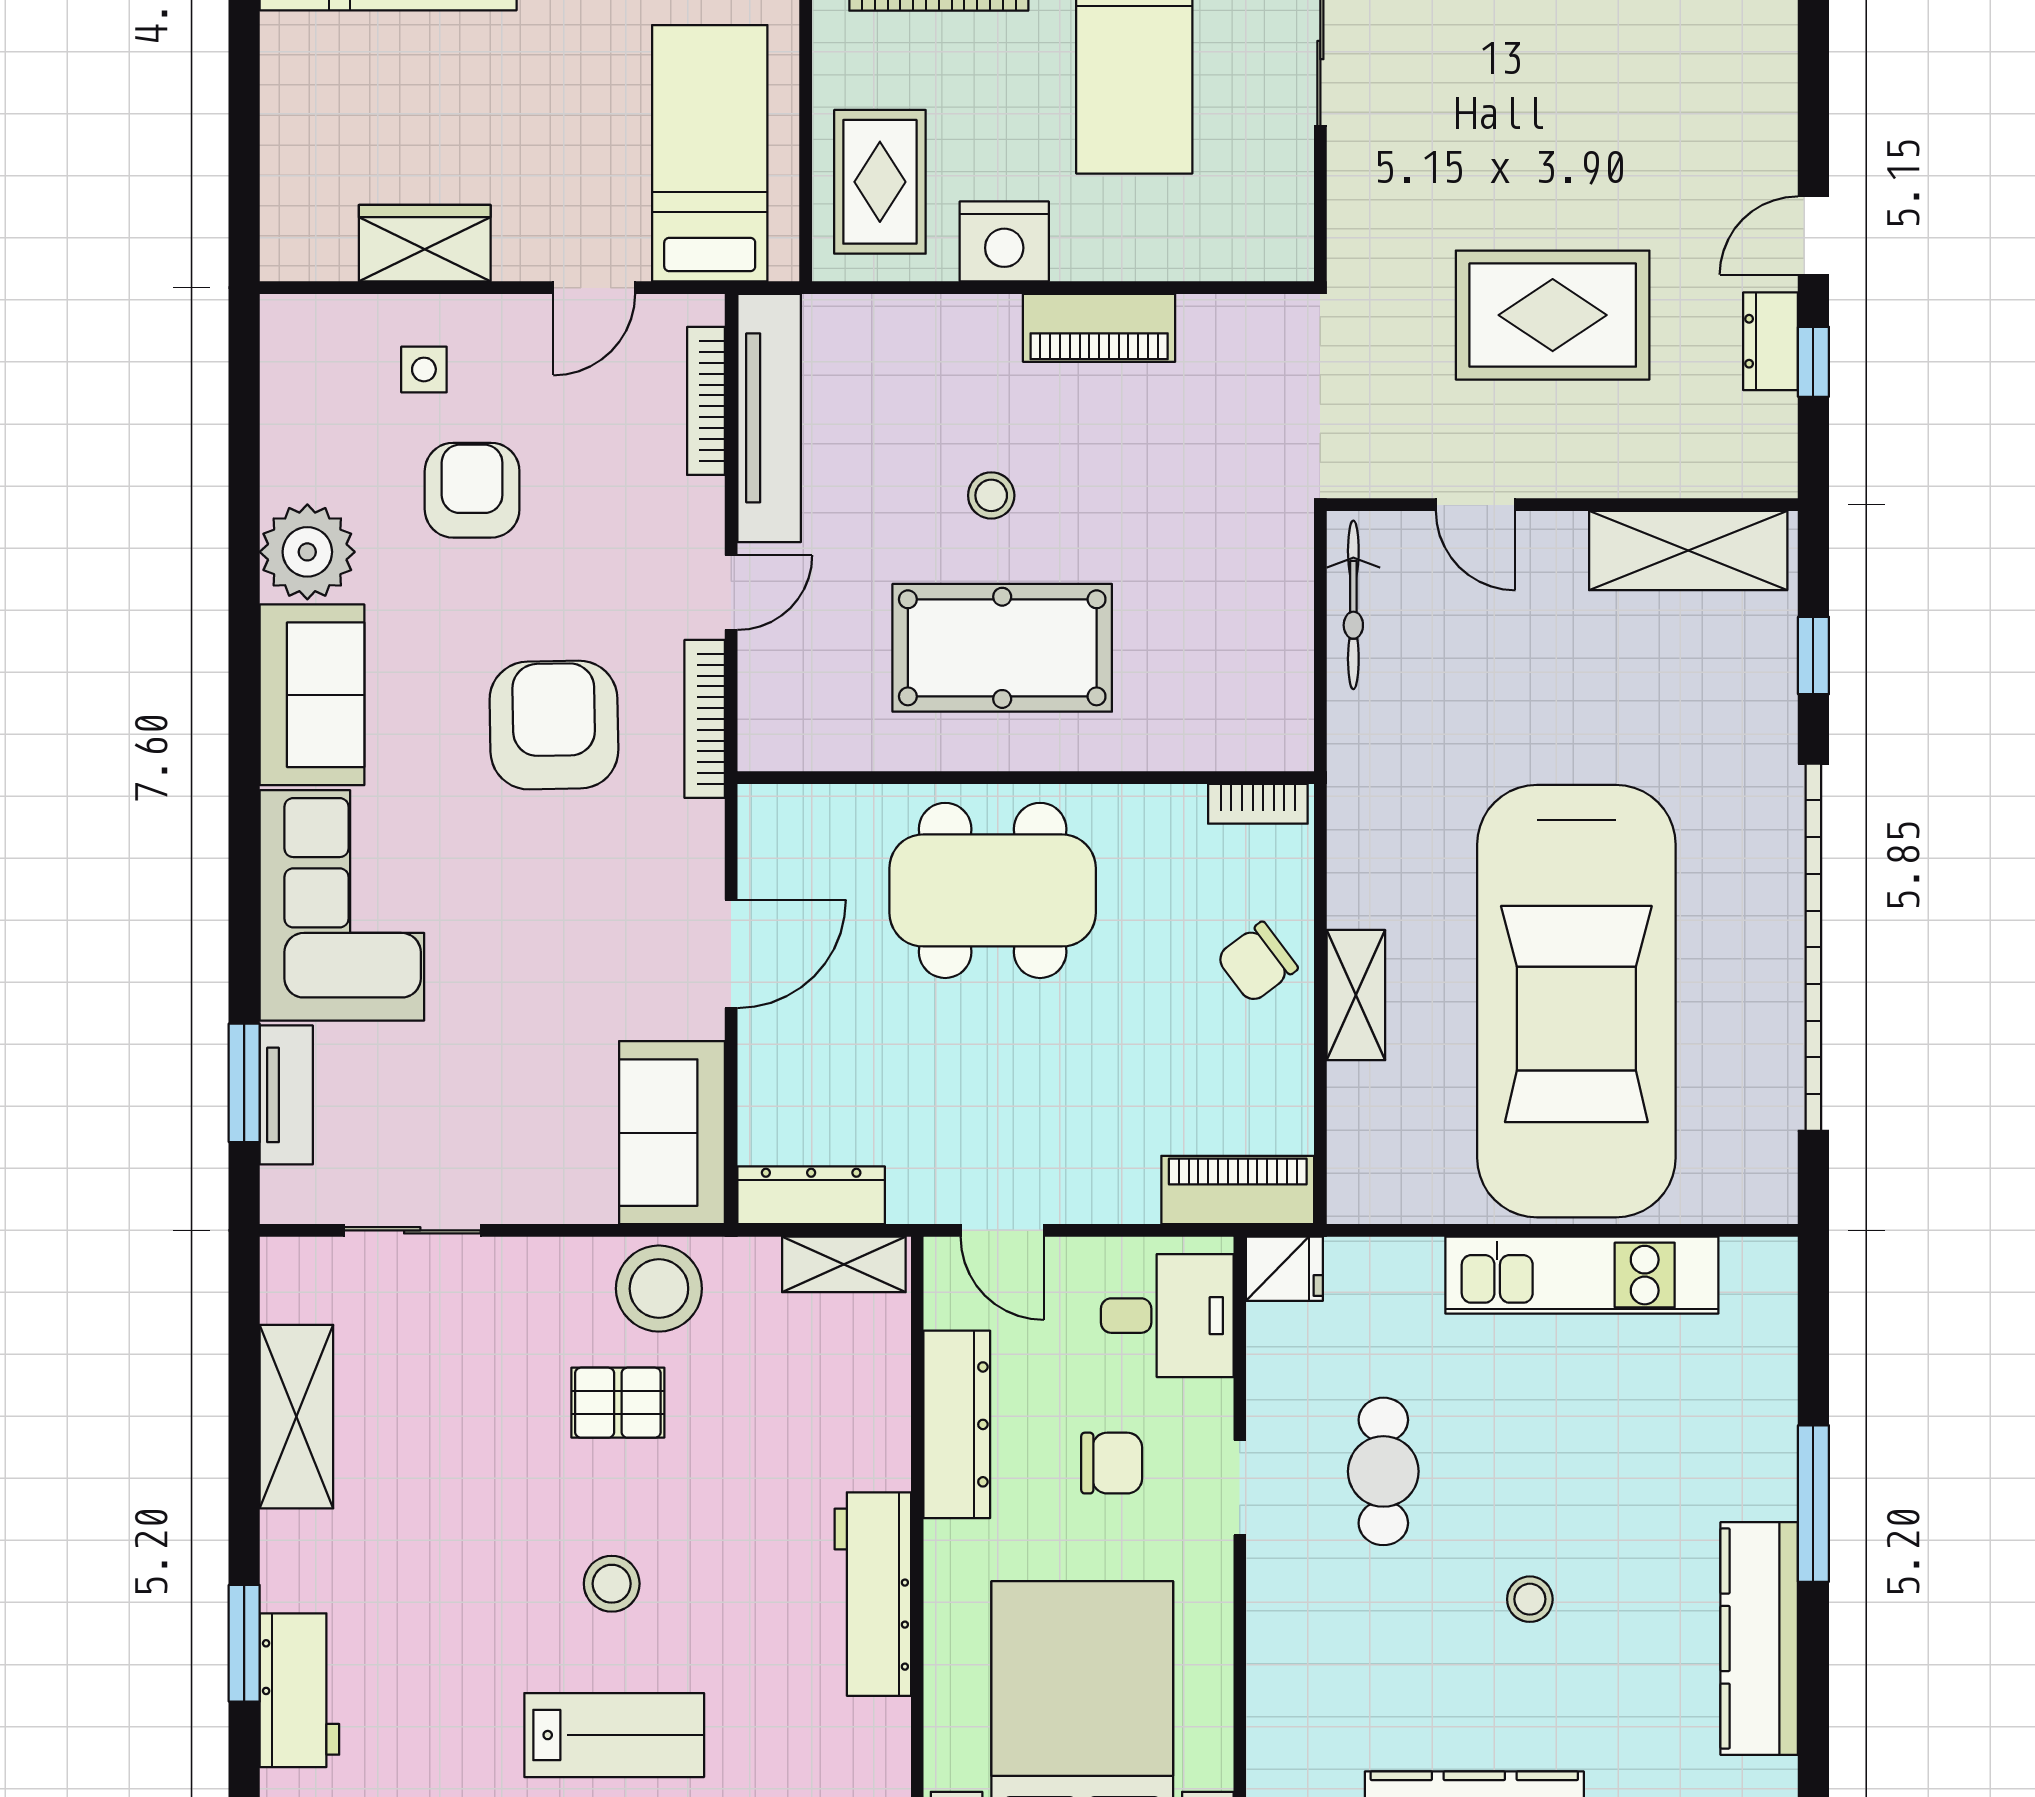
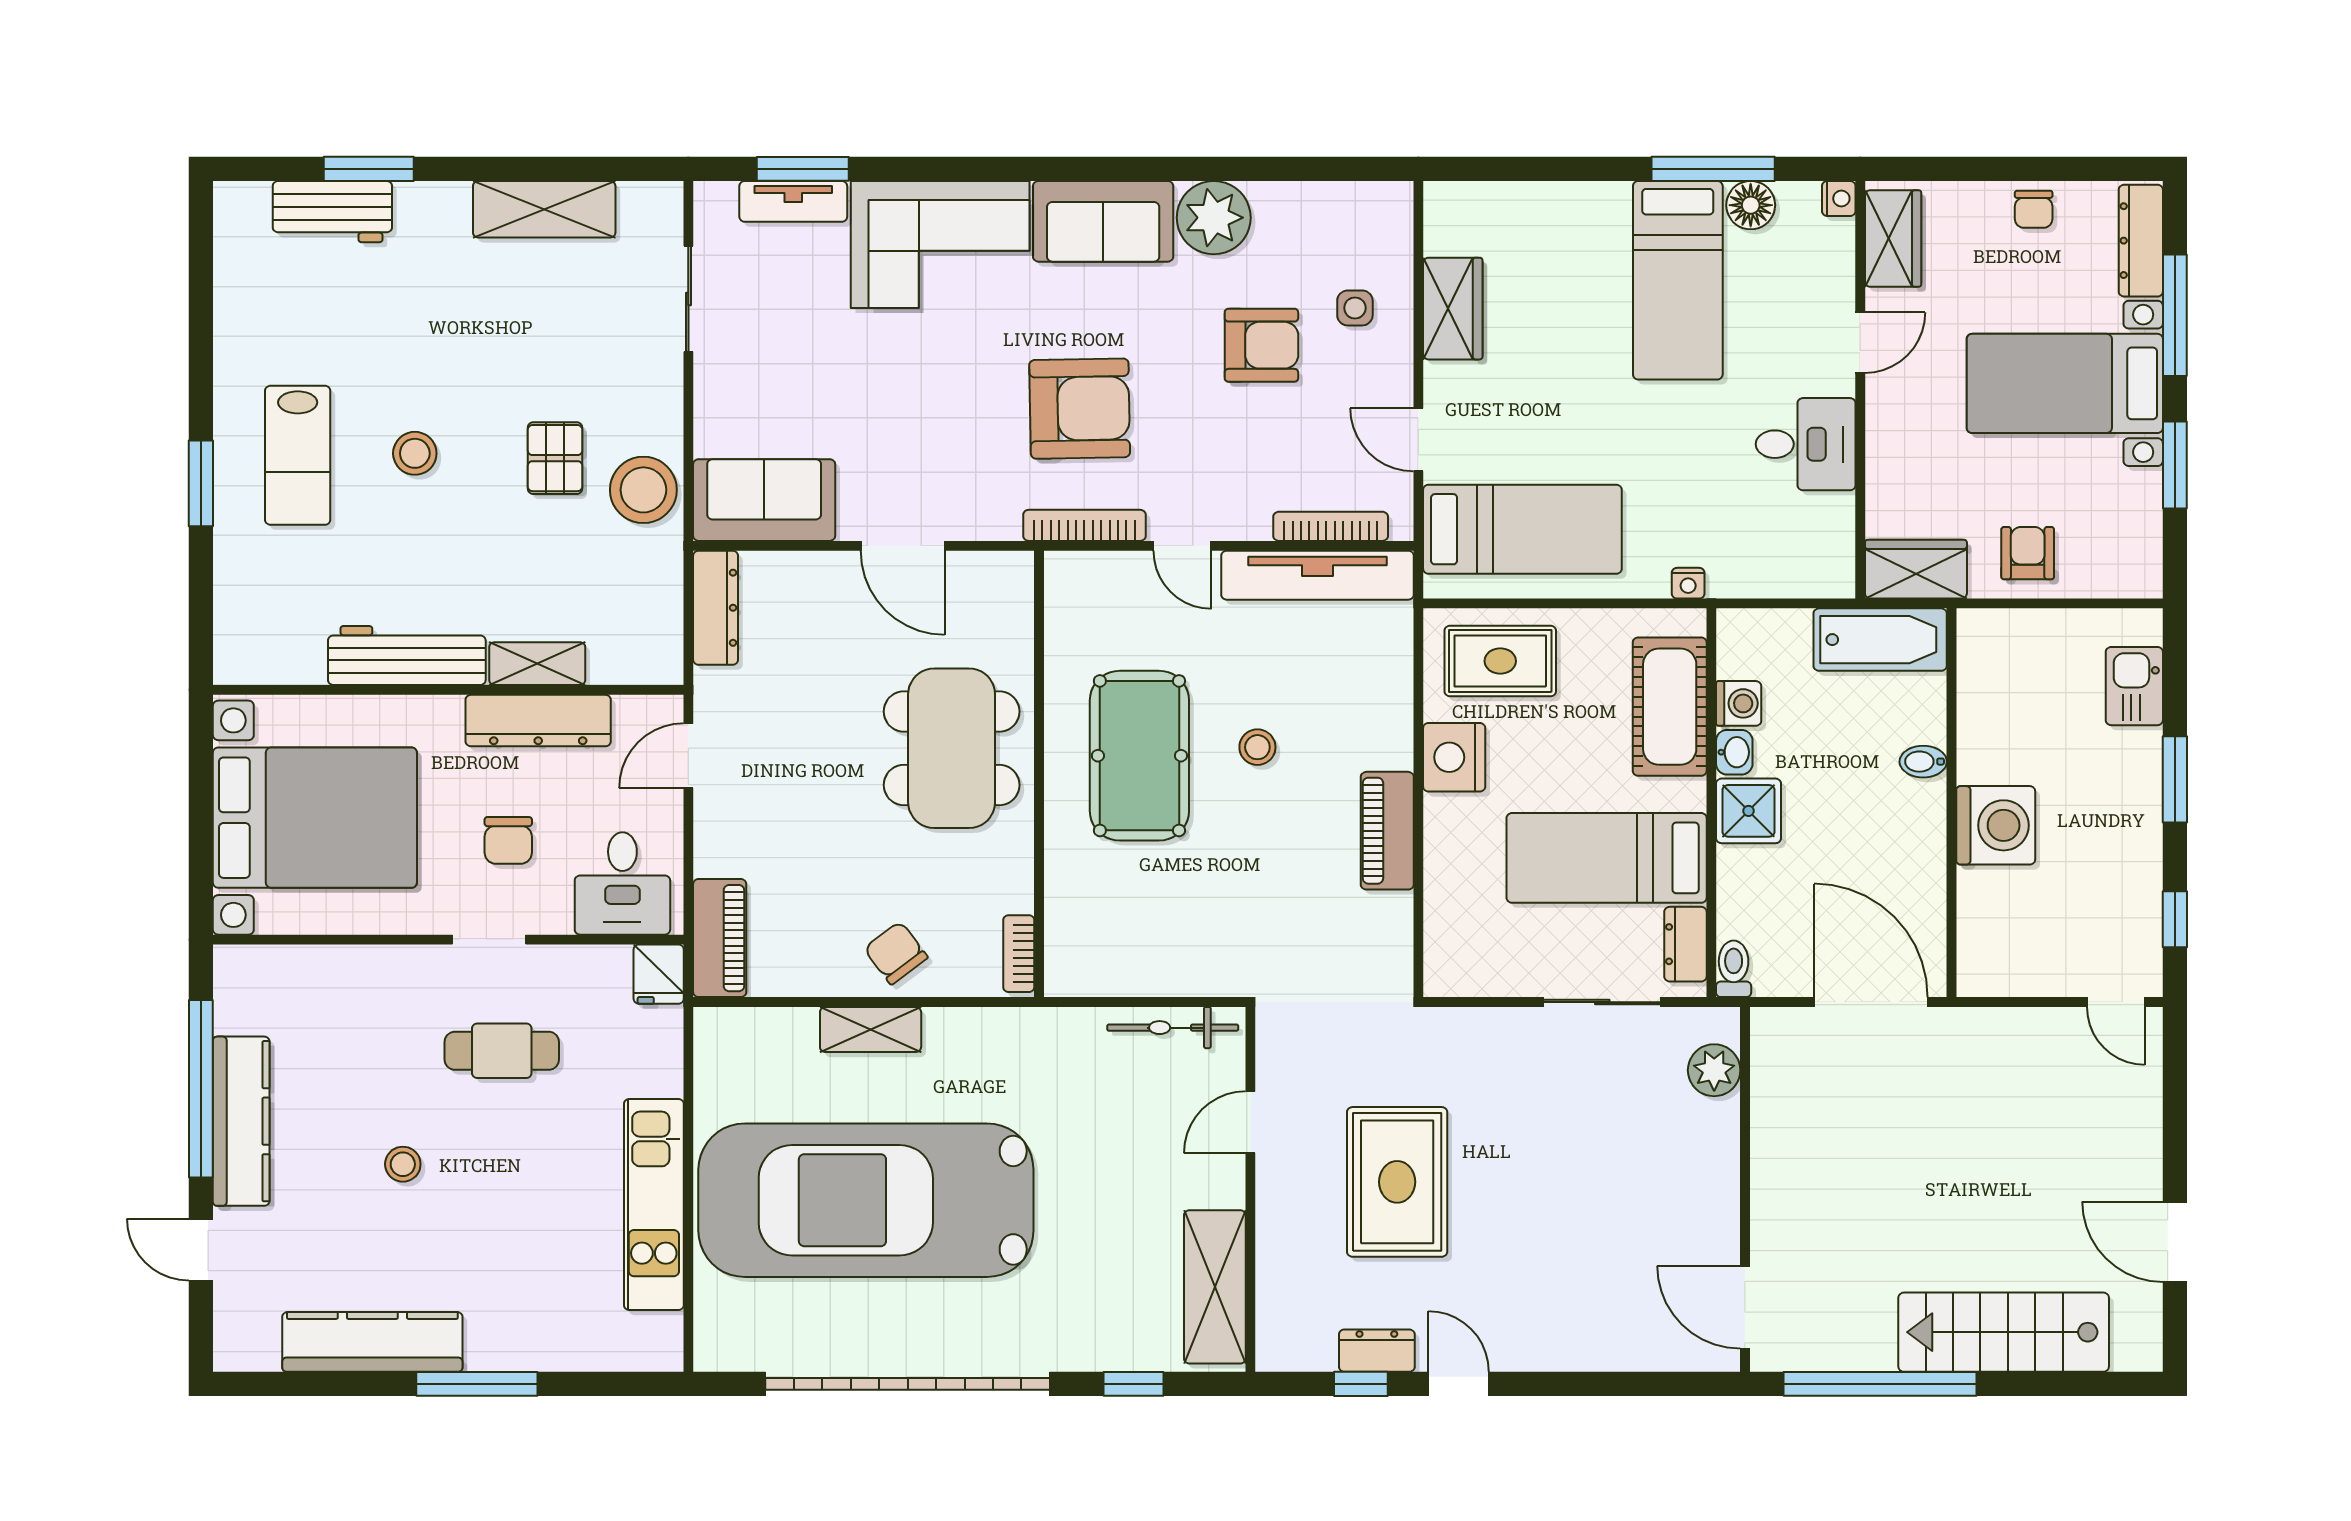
shelving: (844, 1264) -> (537, 664), moved, turned 90

